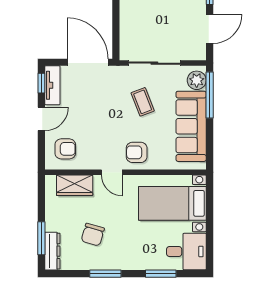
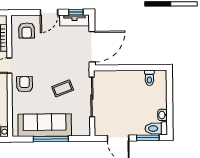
plant: (197, 80) -> (79, 129), removed
window: (210, 95) -> (51, 139), moved
door: (41, 119) -> (49, 12), hinge flipped

